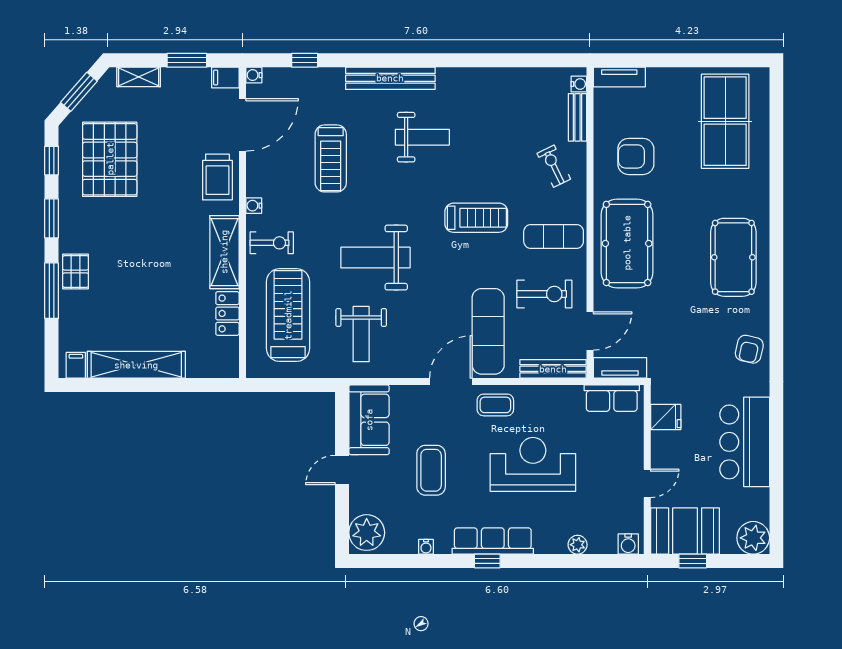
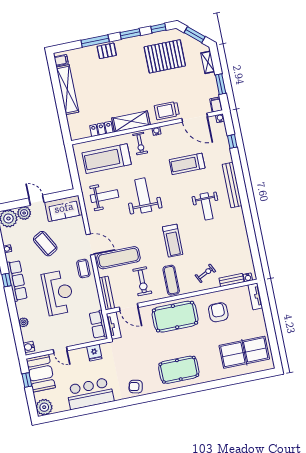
treadmill: (288, 315) -> (107, 159), turned 180
weight bench: (361, 334) -> (105, 196), turned 180
coffee table: (431, 470) -> (45, 244), turned 61
plant: (362, 499) -> (24, 213), added

